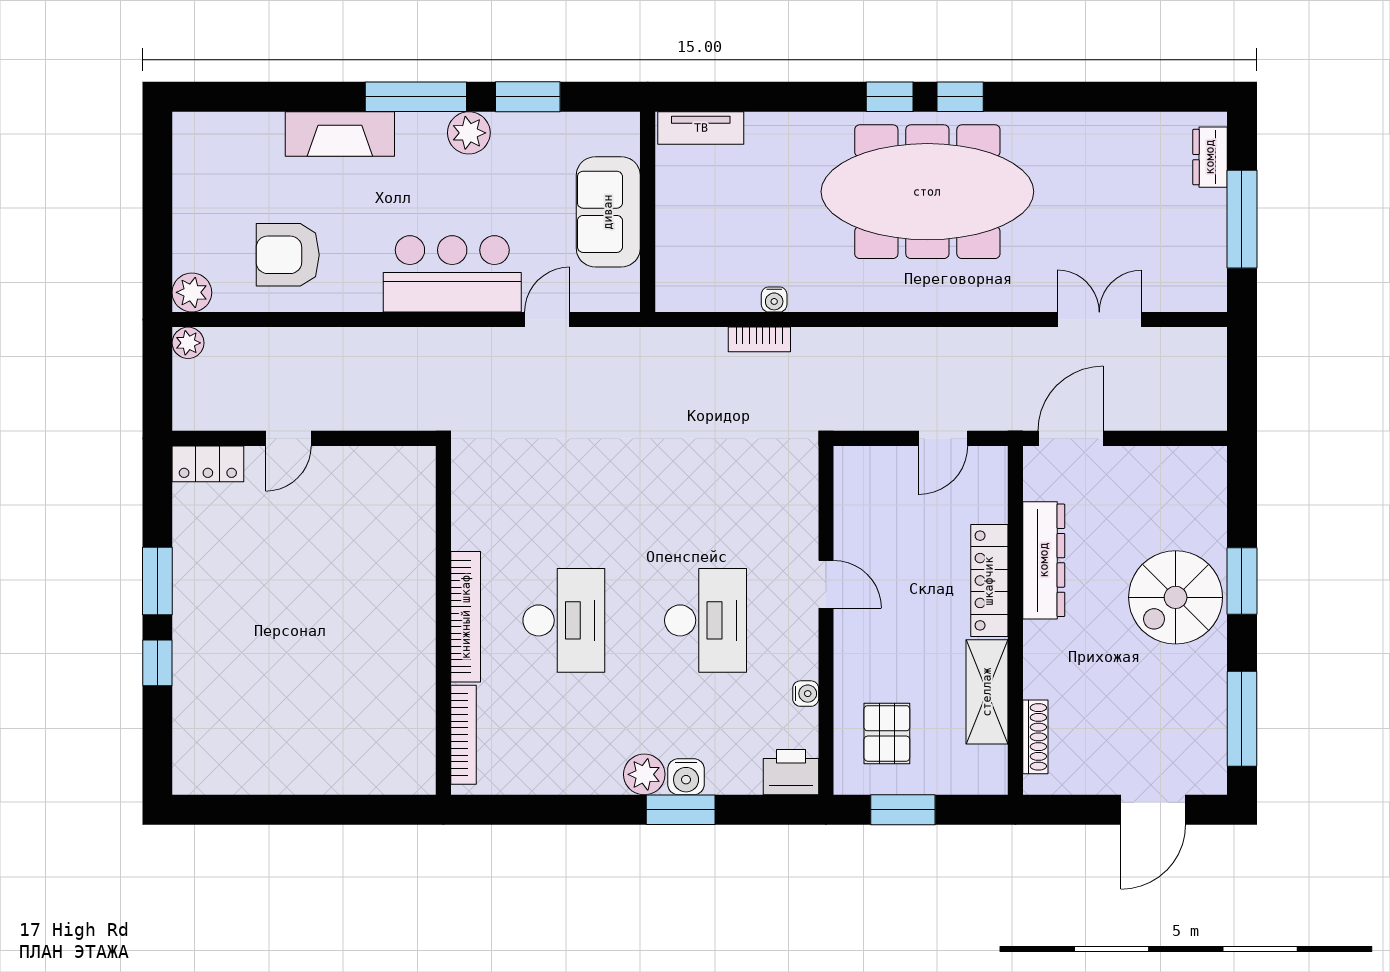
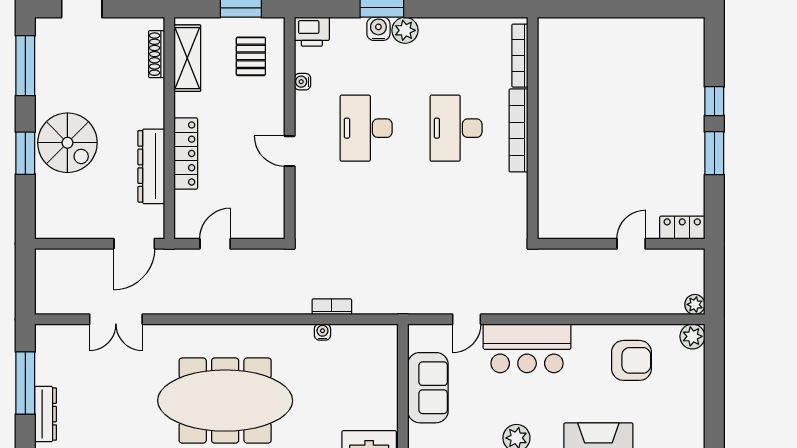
dresser: (1210, 157) -> (46, 414), width x1.44
spiral stairs: (1176, 597) -> (67, 143), turned 90
shelving: (987, 692) -> (187, 58), moved

